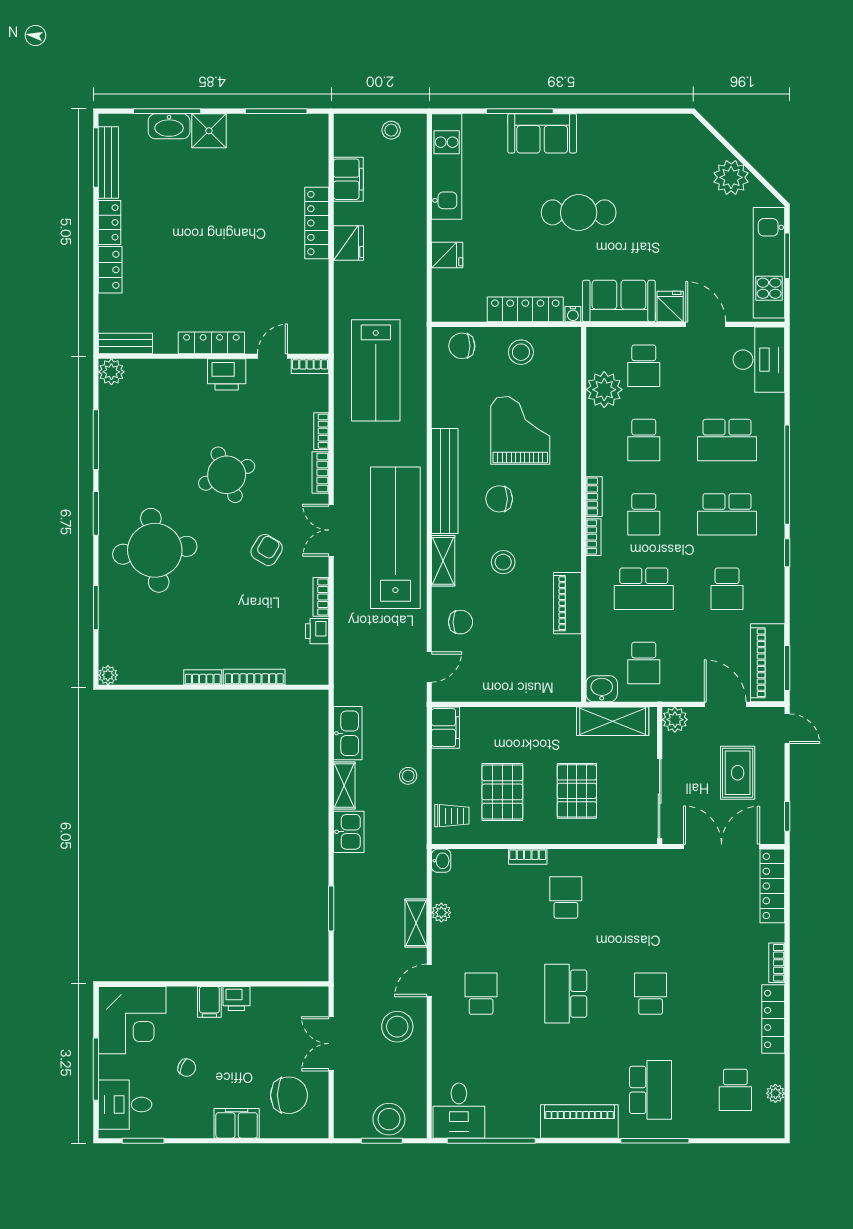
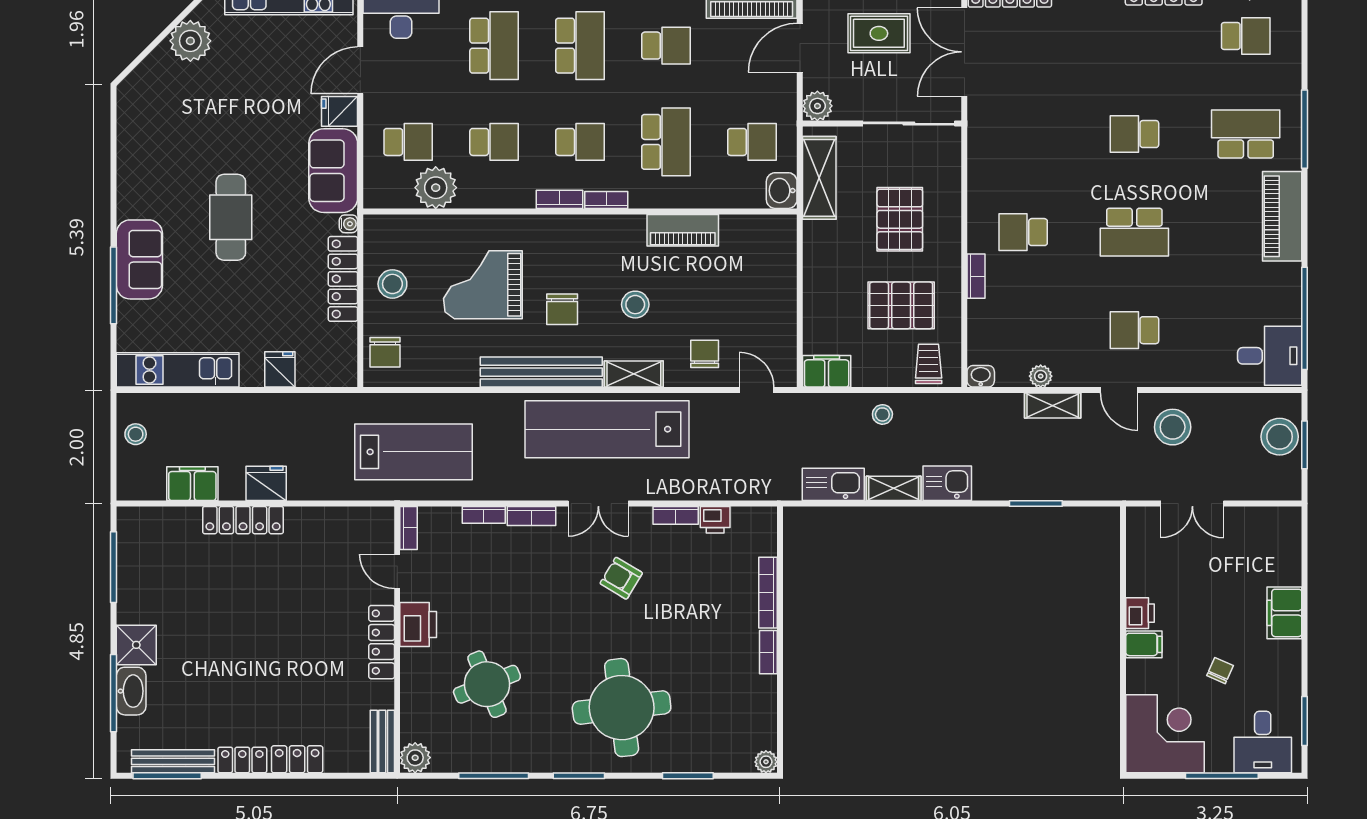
round table: (227, 475) -> (487, 684), moved
pallet: (577, 791) -> (900, 219), turned 90
chair: (289, 1095) -> (1252, 552), removed

